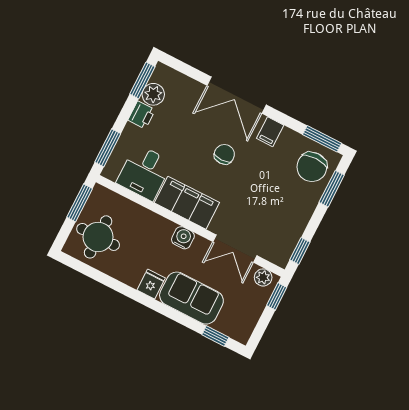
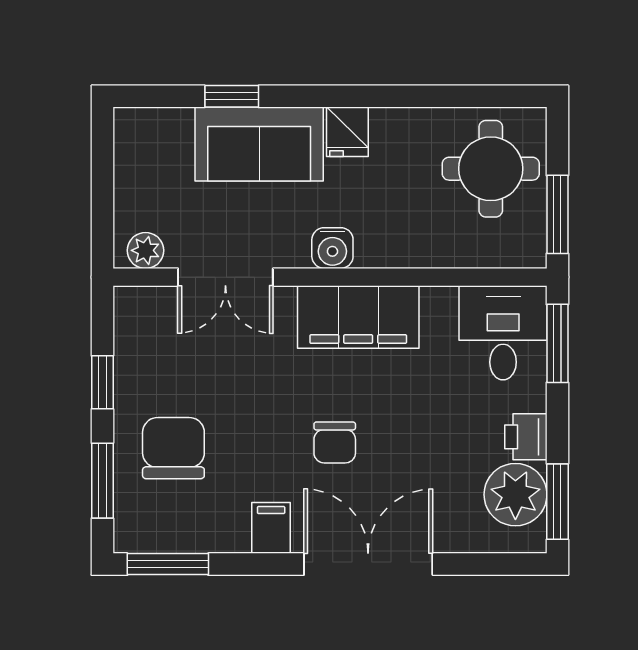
plant: (153, 94) -> (515, 495), width x1.36, depth x1.36
chair: (312, 167) -> (173, 448), moved
desk: (144, 172) -> (503, 333), moved
double door: (235, 249) -> (225, 277), swing flipped
window: (300, 251) -> (102, 382), moved
window: (277, 296) -> (102, 228), removed
window: (215, 336) -> (232, 96), moved

